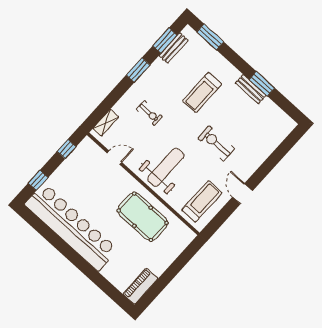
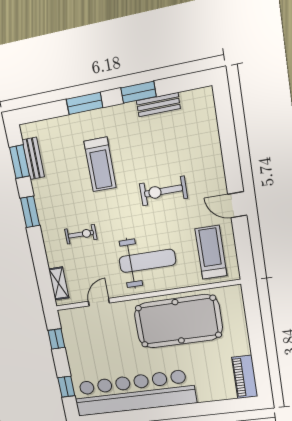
window: (210, 37) -> (85, 103), moved
bench: (251, 89) -> (158, 105), moved
weight bench: (166, 167) -> (147, 261), turned 90
pool table: (143, 217) -> (178, 321), width x1.36, depth x1.32

